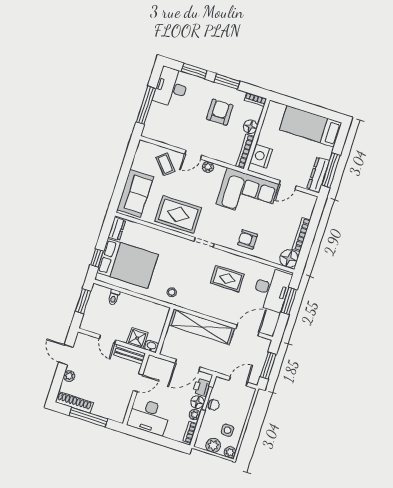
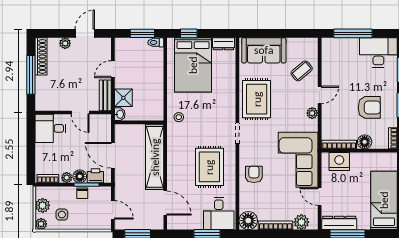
door: (193, 155) -> (320, 95), swing flipped
plant: (306, 210) -> (301, 222), added
rug: (227, 279) -> (209, 167), width x1.36, depth x1.43
desk: (272, 289) -> (219, 213), width x0.73
toilet: (114, 297) -> (156, 42), moved
desk: (149, 416) -> (51, 128), width x0.73

